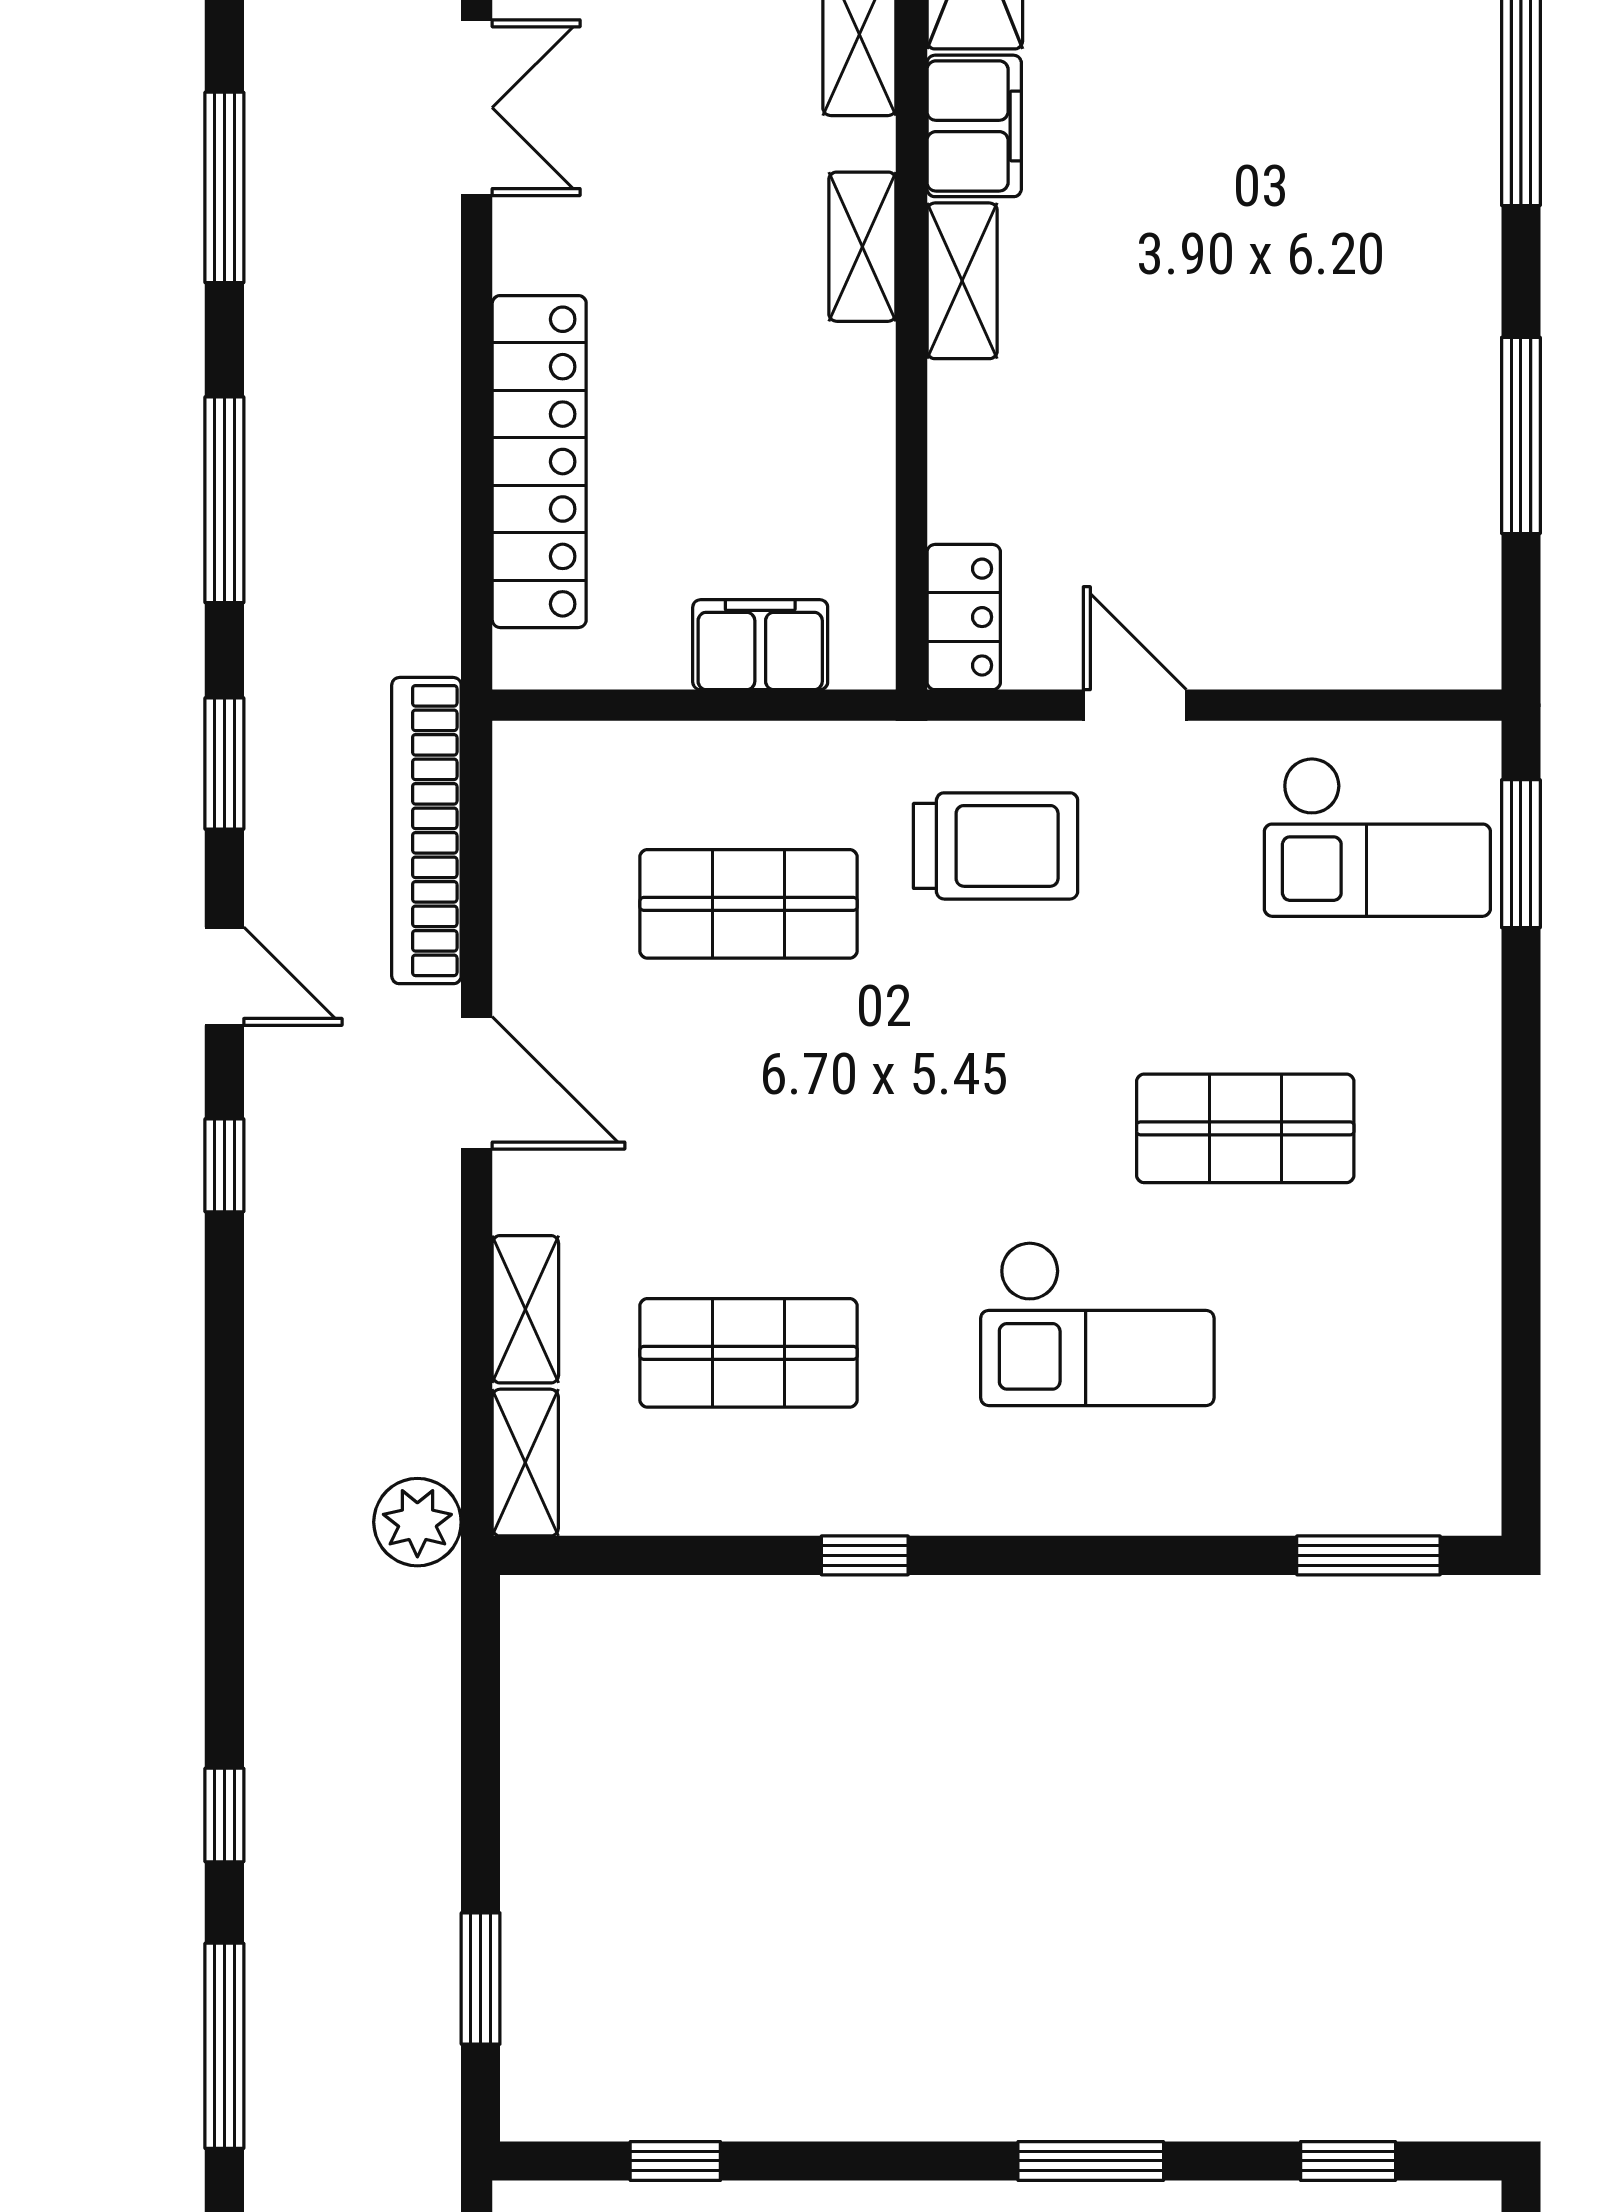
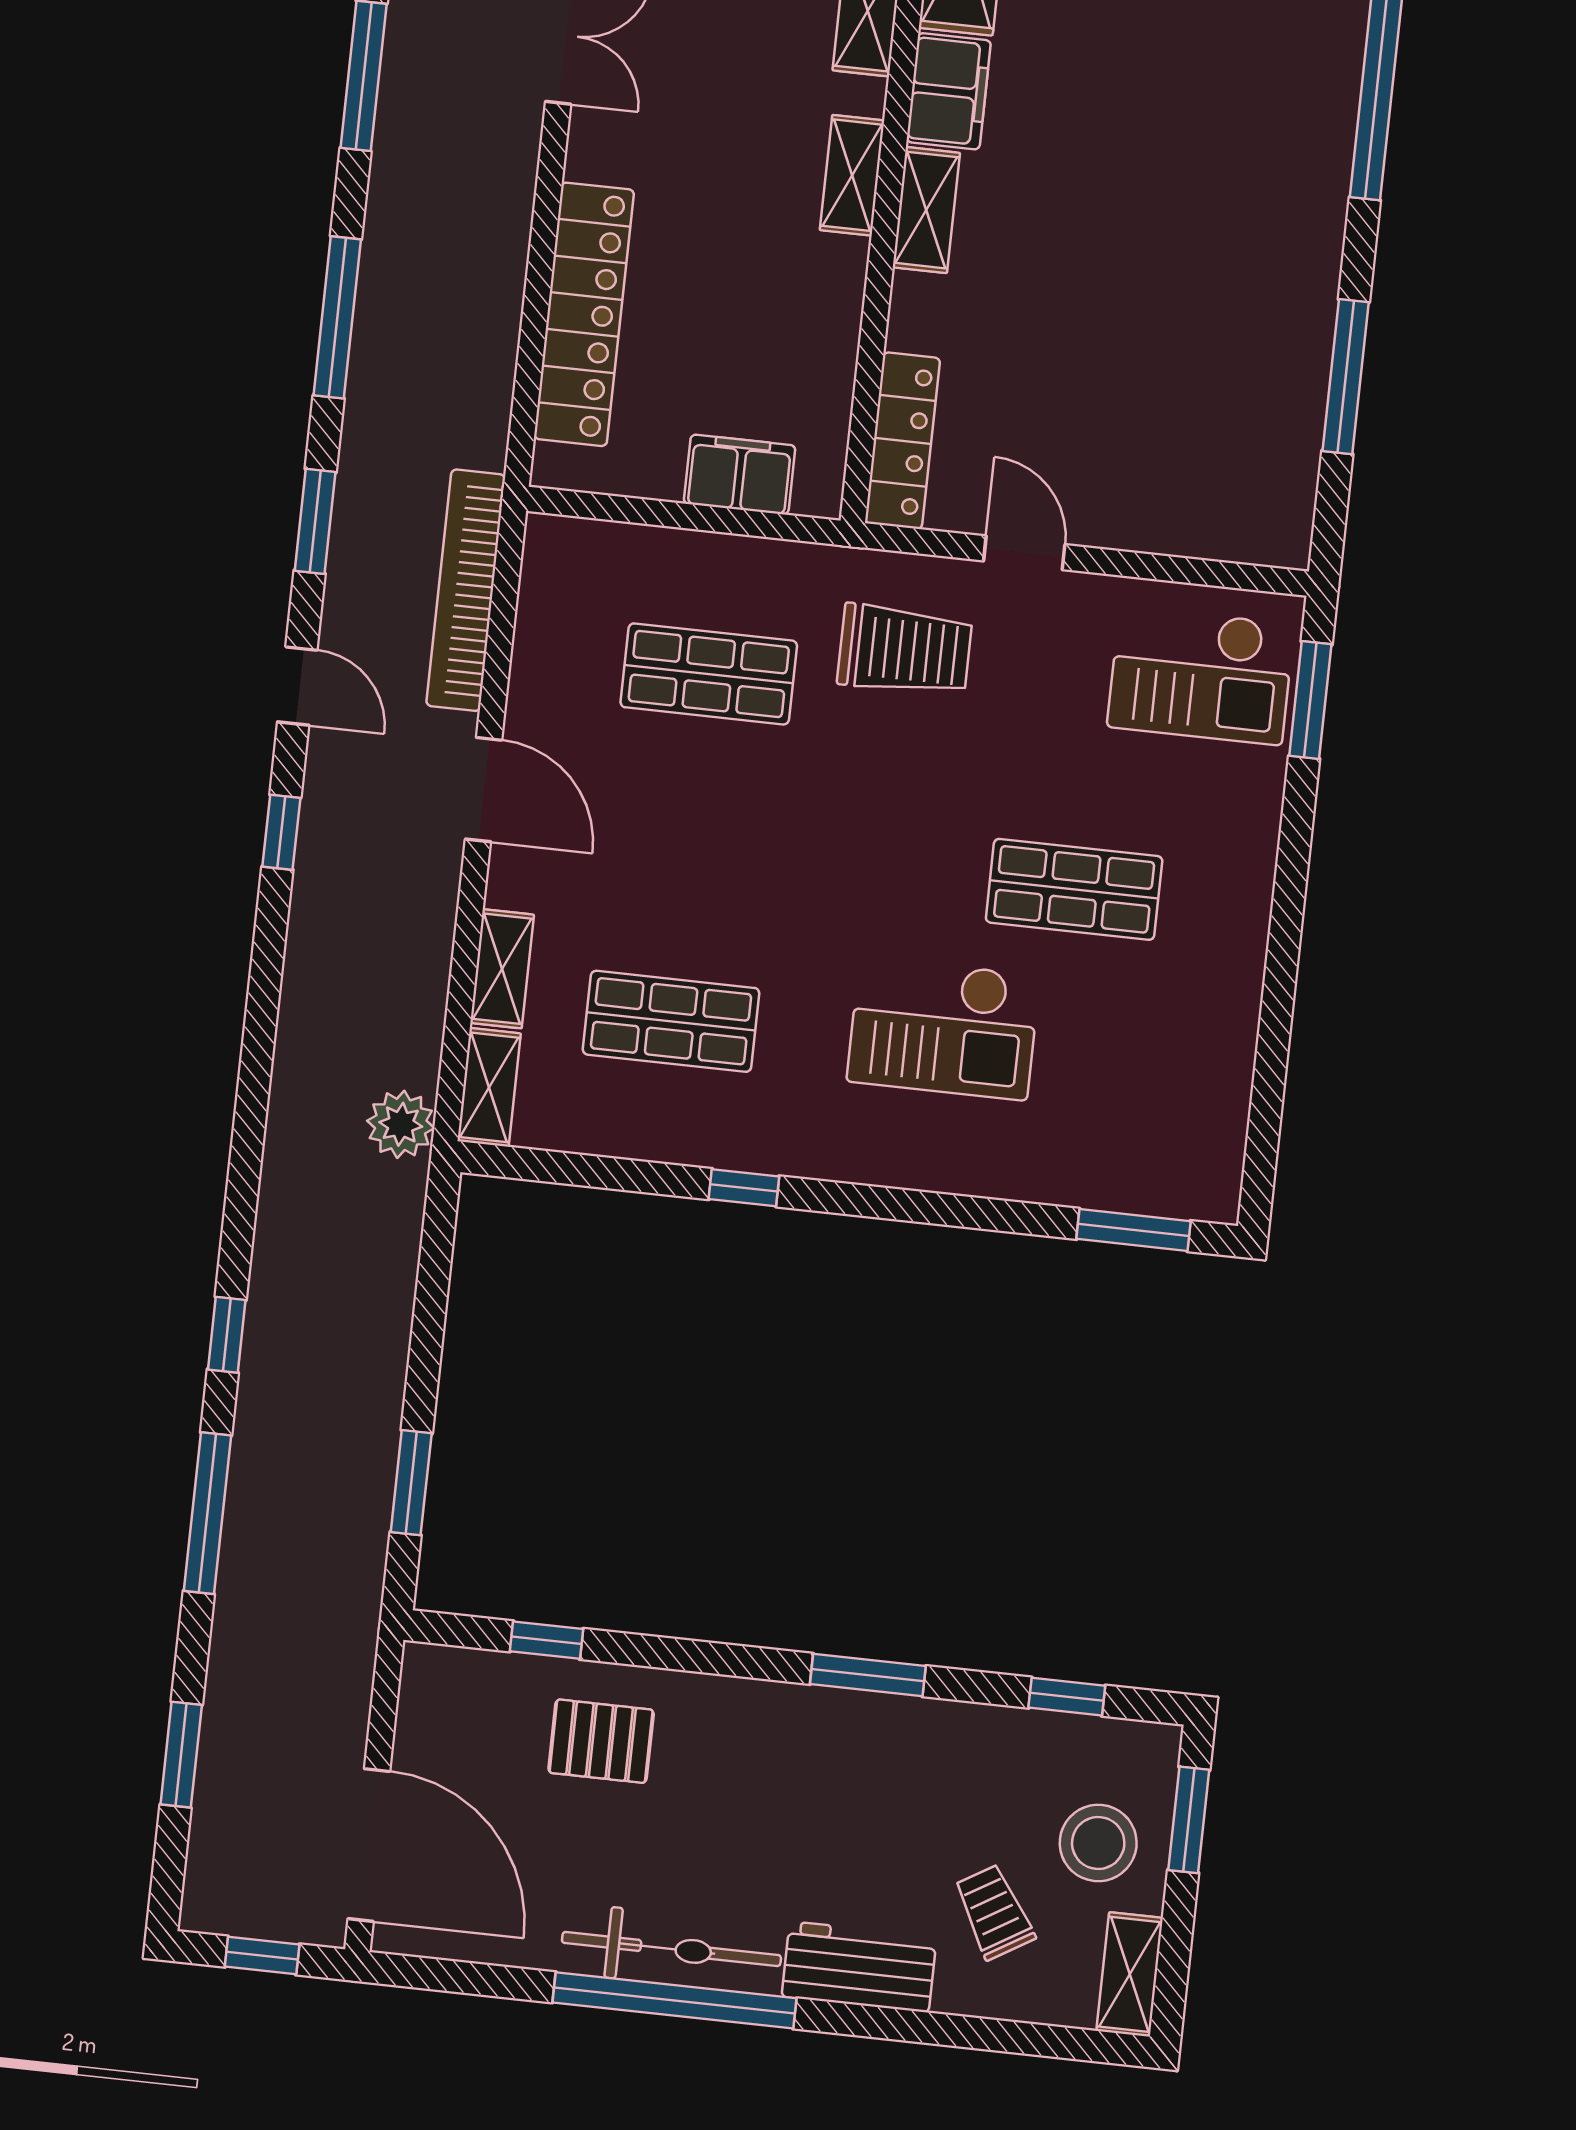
locker: (964, 617) -> (902, 441), width x1.53

